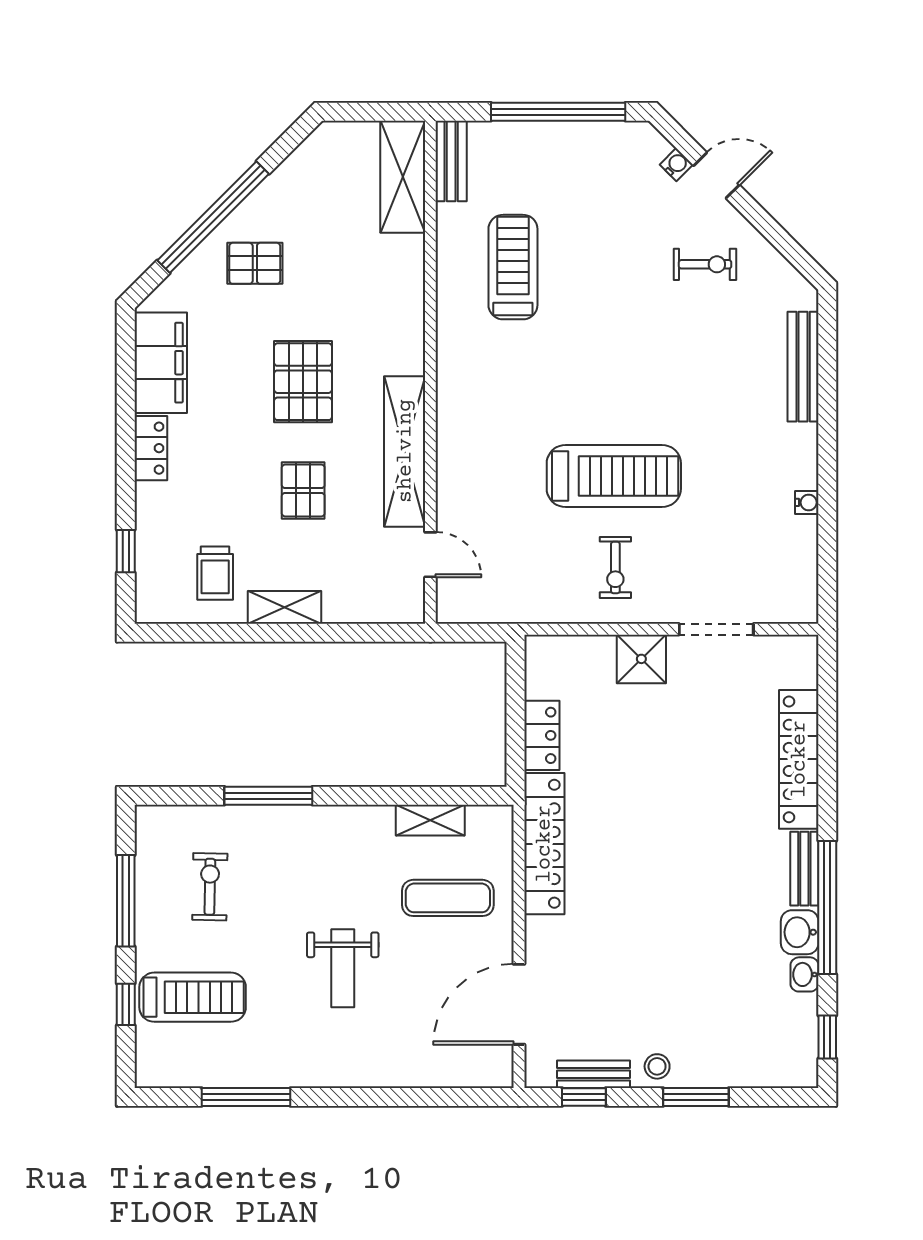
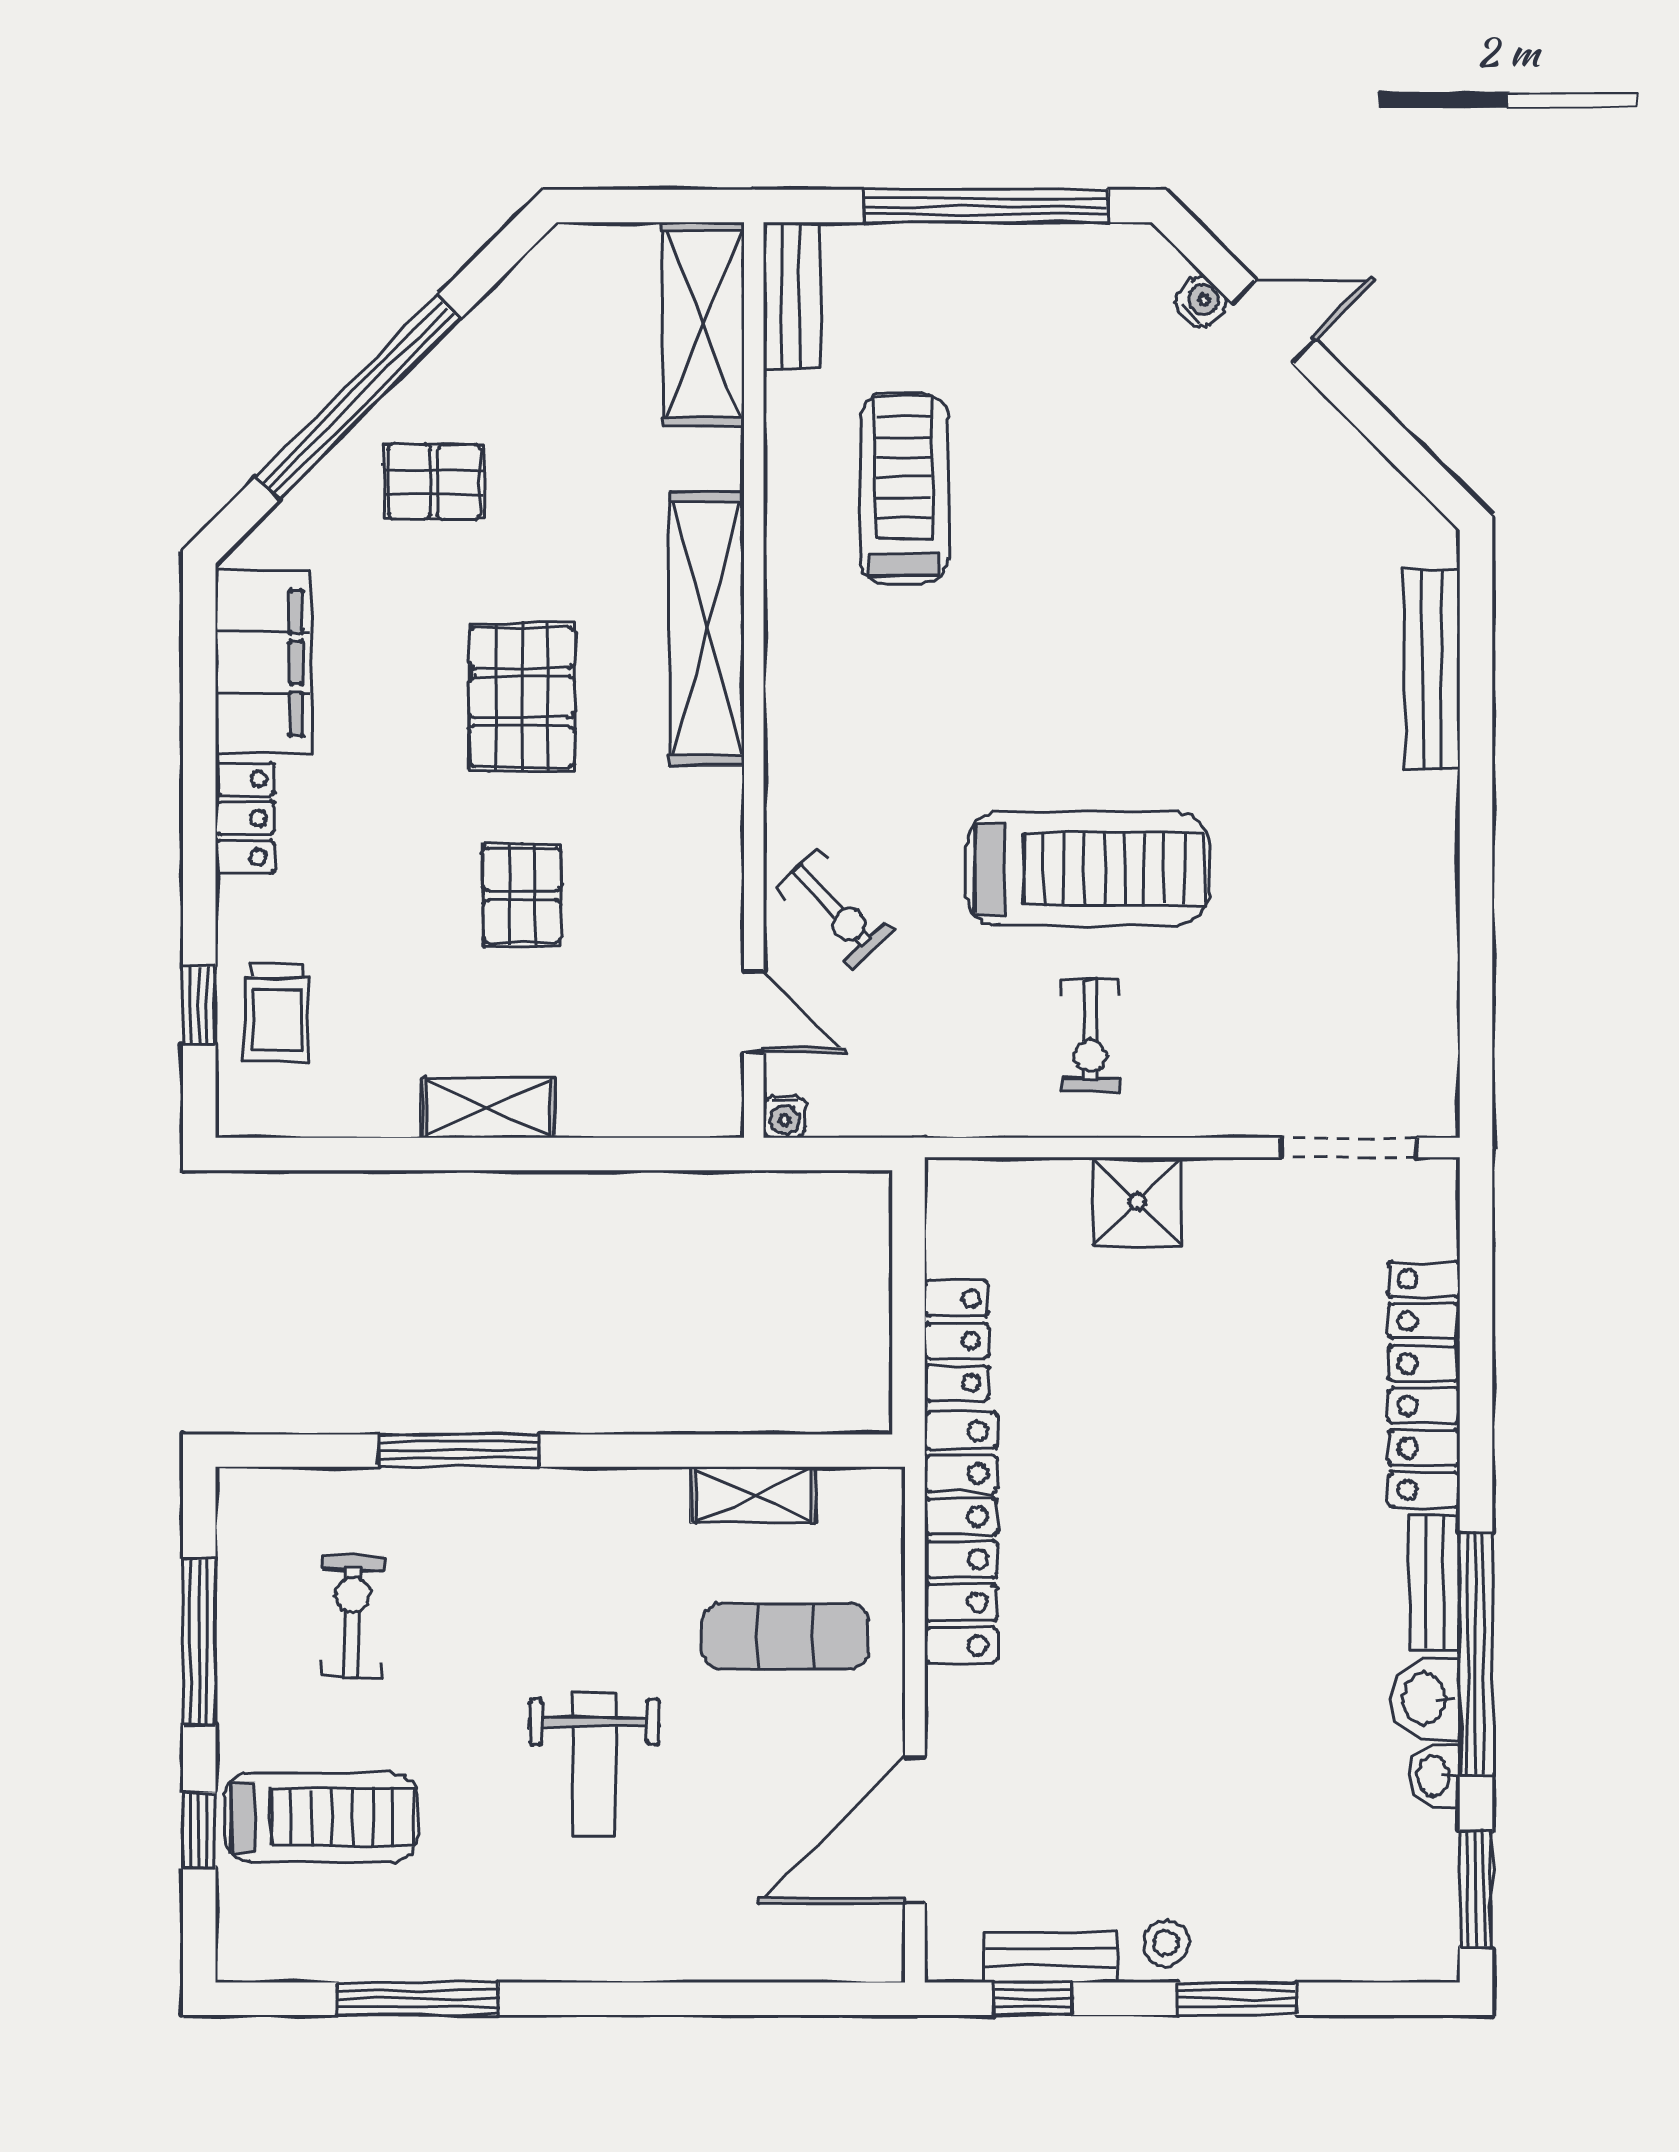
exercise bike: (705, 264) -> (835, 910), moved, turned 47
shelving: (405, 451) -> (707, 628), moved
water cooler: (807, 502) -> (785, 1117), moved, turned 90
trolley: (215, 573) -> (277, 1012), moved
doorway: (716, 629) -> (1348, 1148), moved
window: (827, 1037) -> (1476, 1889), width x1.50

